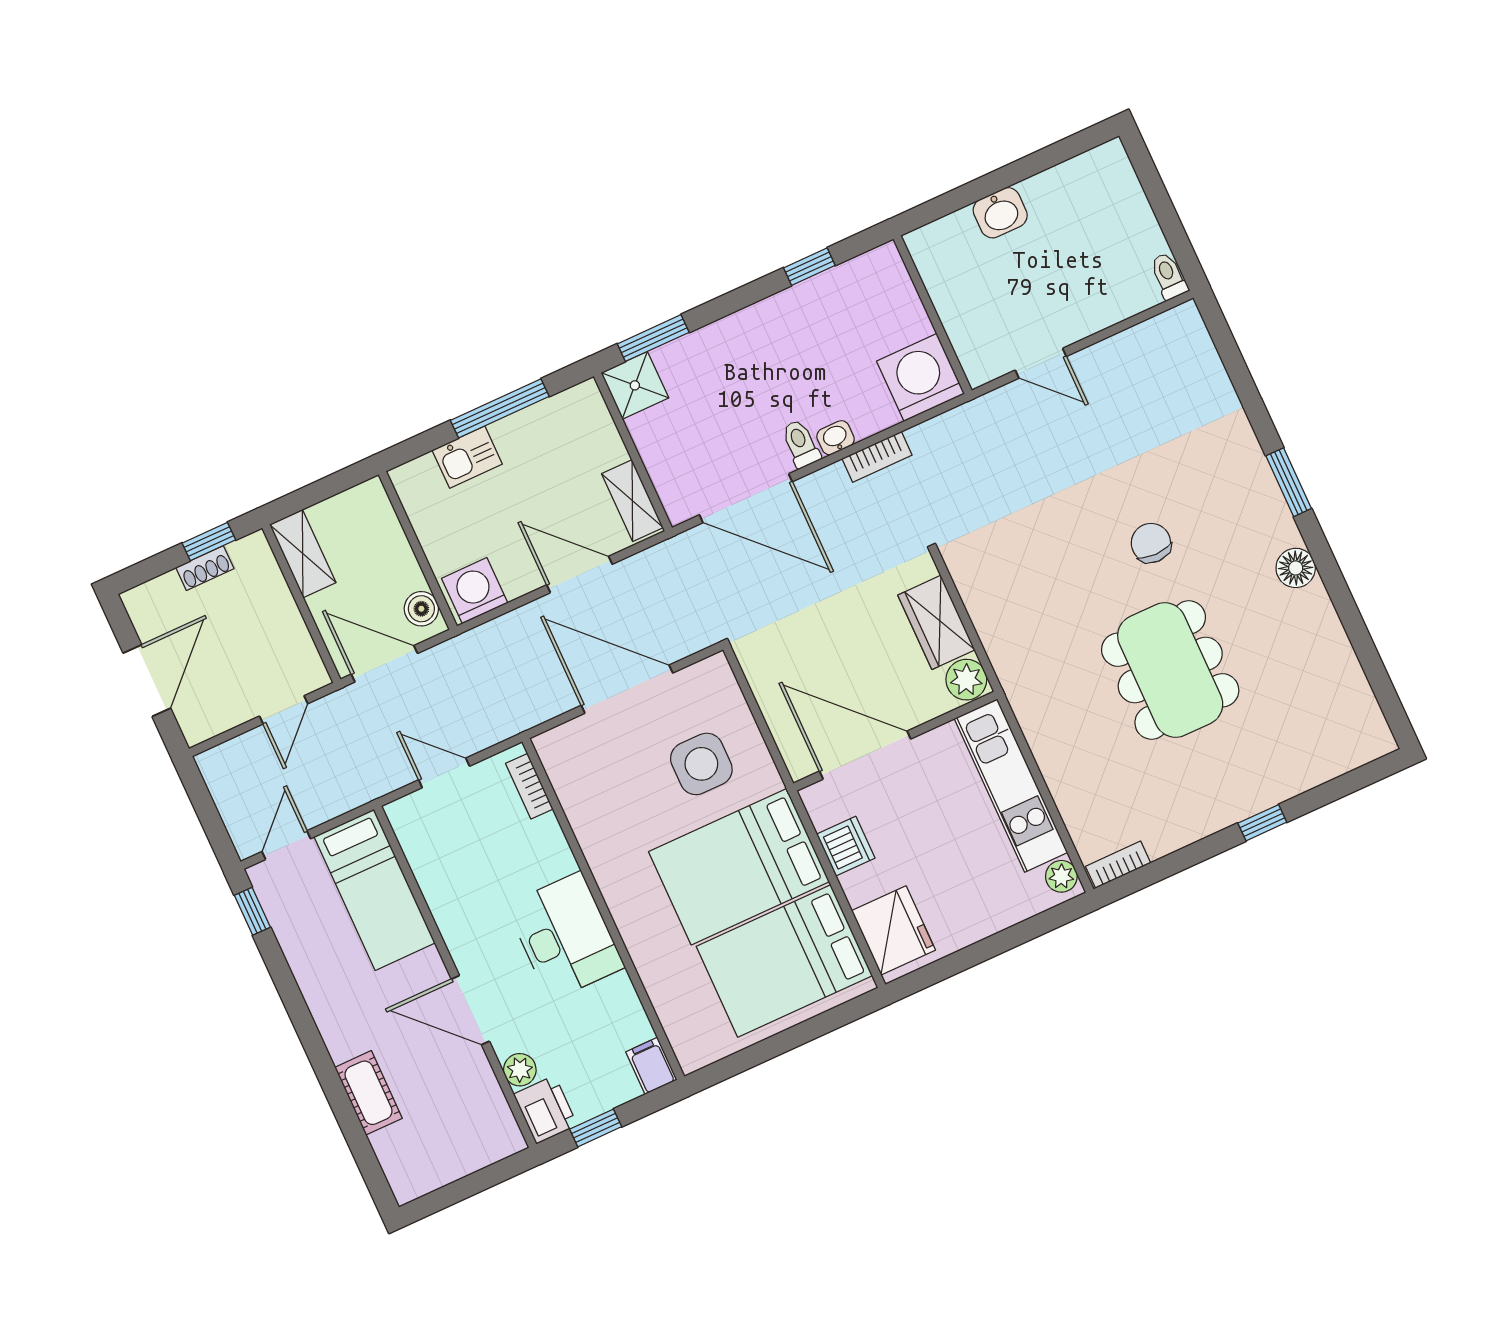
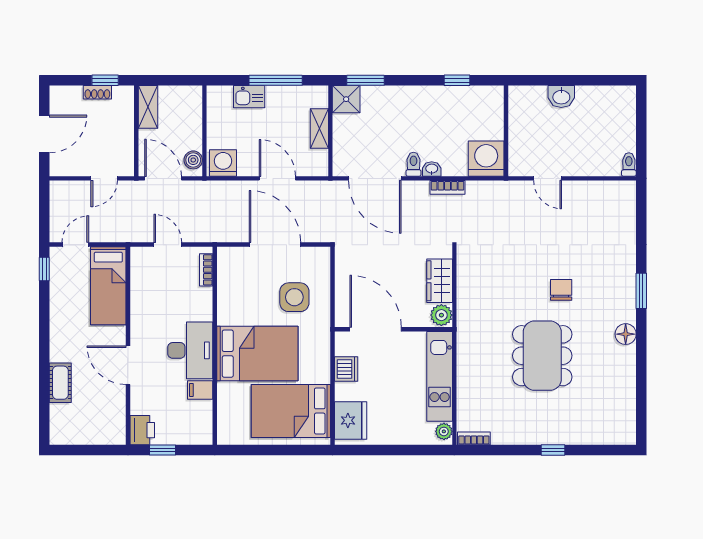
shelving: (632, 501) -> (319, 129), moved
bed: (739, 867) -> (257, 354), moved, turned 180
filing cabinet: (651, 1066) -> (200, 390), moved, turned -90
plant: (520, 1070) -> (139, 405), removed

